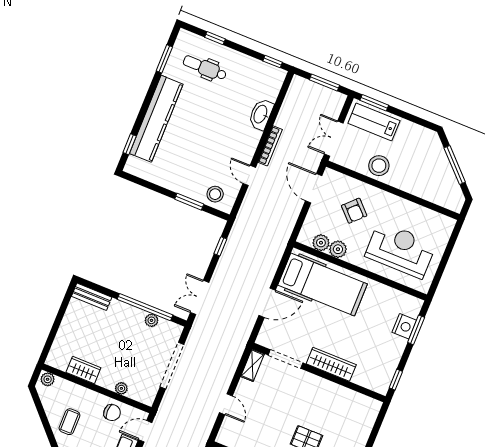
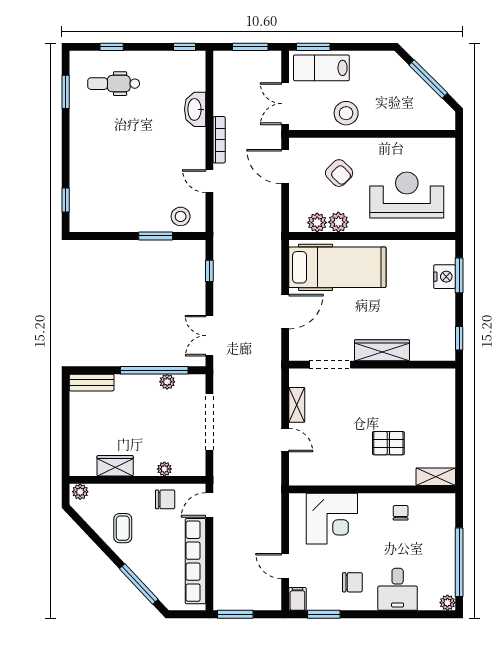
kitchen counter: (156, 119) -> (83, 160), removed
shelving: (252, 365) -> (297, 405), moved

